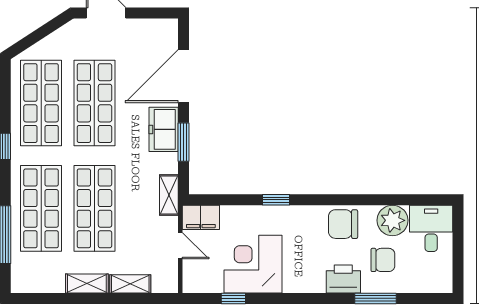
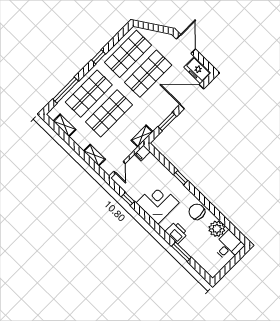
freezer: (164, 129) -> (197, 70), moved, turned -90
filing cabinet: (201, 217) -> (142, 153), width x0.50
door: (180, 246) -> (119, 167), moved
chair: (383, 260) -> (199, 240), removed
corner desk: (253, 264) -> (158, 203), moved
shelving: (87, 284) -> (65, 125), moved

